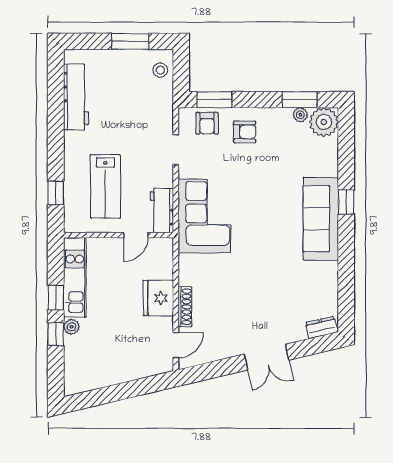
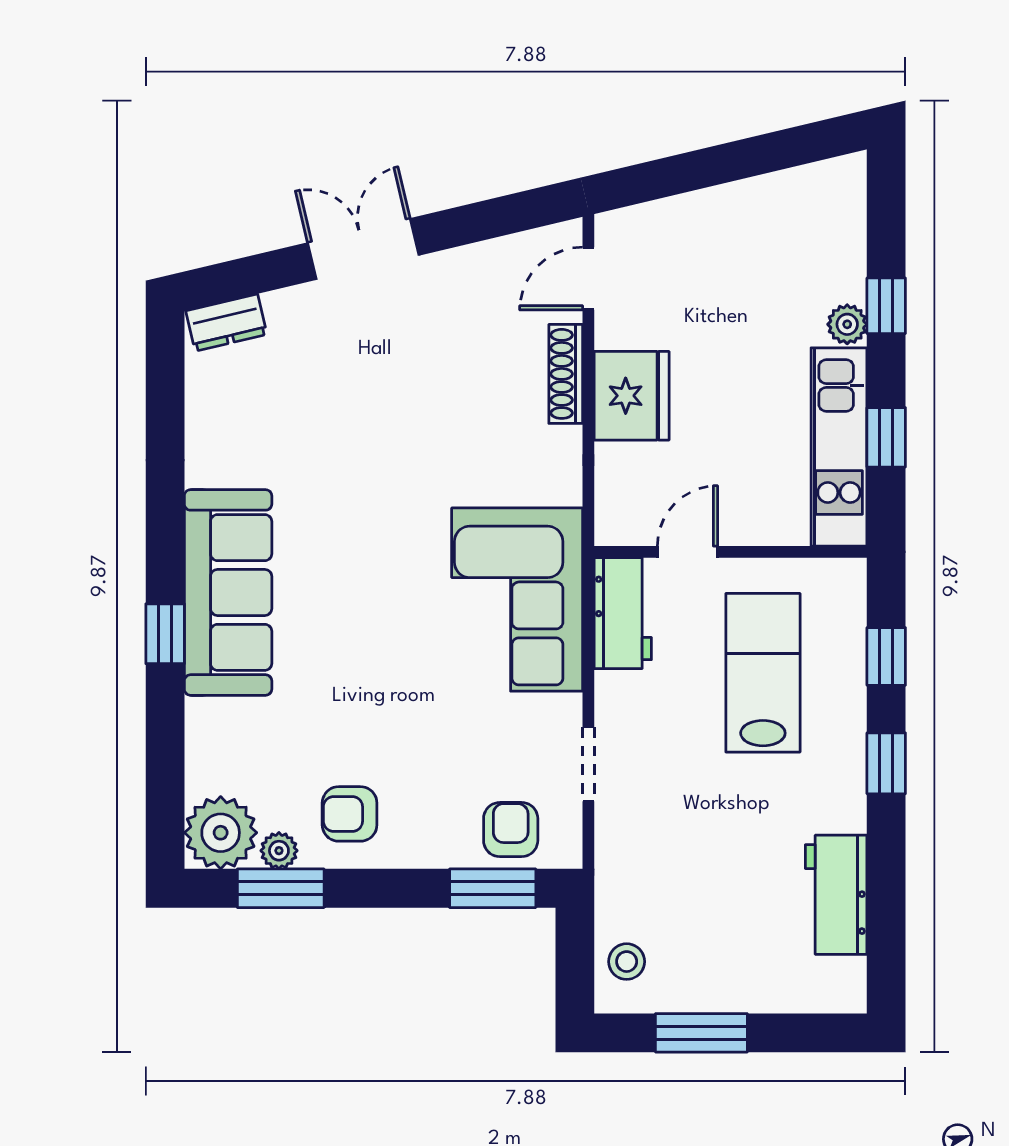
workbench: (76, 97) -> (836, 895), width x0.73
armchair: (245, 132) -> (350, 814), moved
window: (56, 150) -> (886, 763), added
window: (56, 298) -> (886, 437), moved

